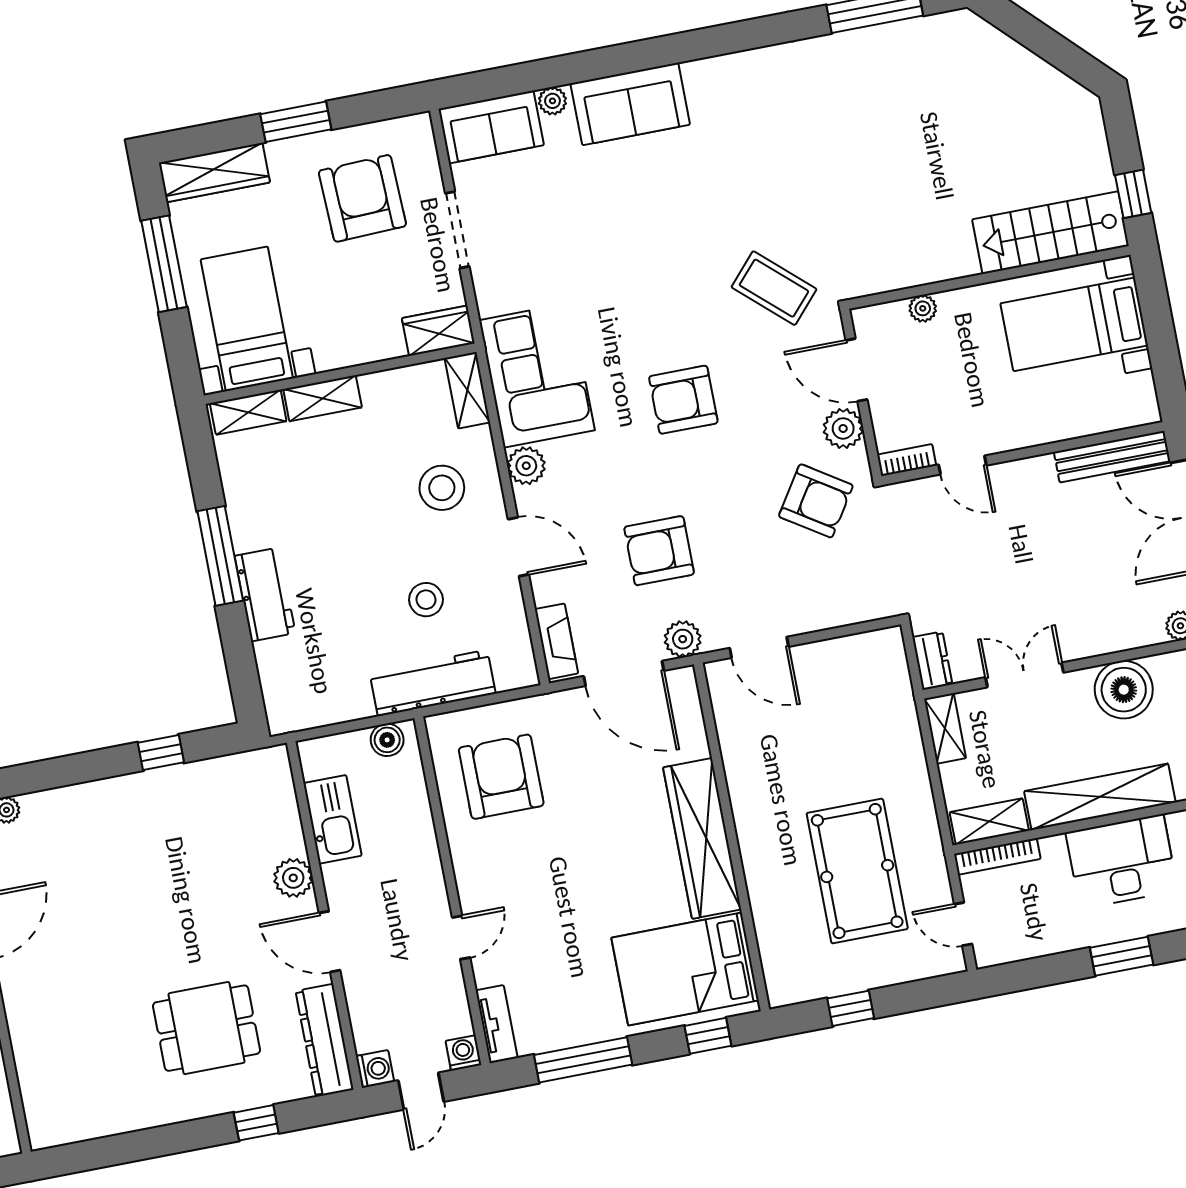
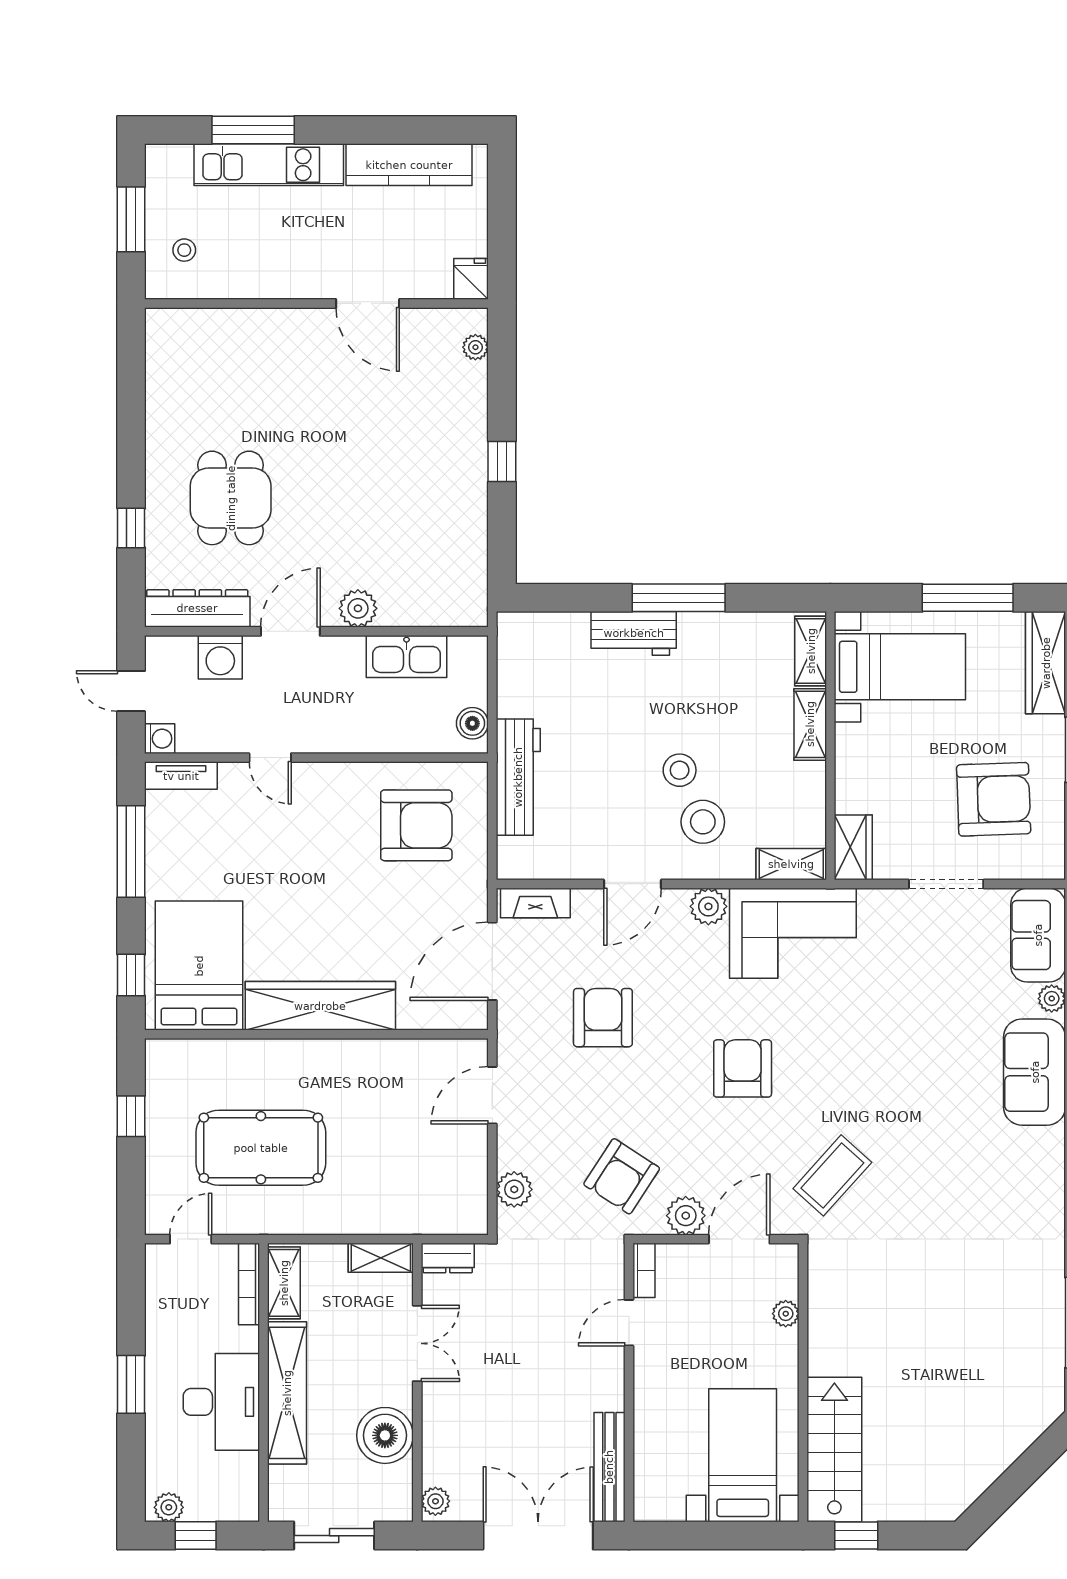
stool: (426, 600) -> (680, 770), moved
plant: (683, 639) -> (514, 1189), moved
window: (161, 753) -> (502, 462), moved
washing machine: (375, 1069) -> (220, 657), moved, width x1.38, depth x1.38

